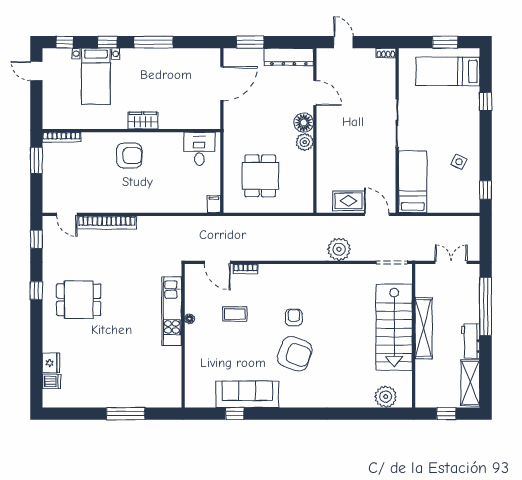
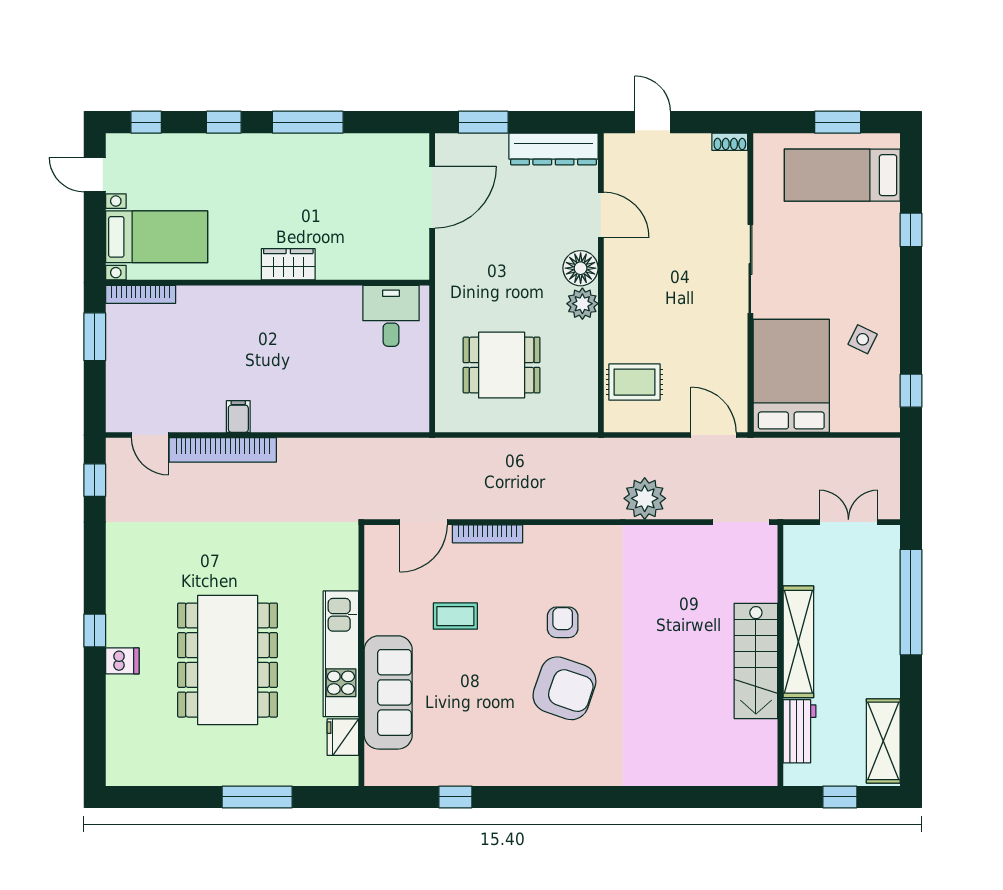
bed with nightstands: (96, 76) -> (157, 237), moved, turned -90
armchair: (129, 156) -> (264, 328), removed
dining table: (260, 176) -> (502, 365), turned 90
bed: (413, 182) -> (791, 376), width x1.50
rug: (349, 201) -> (635, 382), moved
filing cabinet: (214, 204) -> (238, 417), moved
door: (217, 262) -> (424, 522), hinge flipped
bookcase: (246, 269) -> (487, 534), width x1.56
window: (36, 291) -> (95, 631), moved
dining table: (79, 300) -> (228, 660), moved, width x1.88, depth x1.24
kitchen unit: (172, 311) -> (341, 654), moved
floor lamp: (189, 319) -> (373, 625), removed
stairs: (394, 327) -> (756, 661), width x0.73, depth x0.66
workbench: (471, 341) -> (799, 731), moved, turned 180
fridge: (51, 363) -> (343, 737), moved, turned 180
dishwasher: (51, 381) -> (122, 661), moved
sofa: (247, 394) -> (388, 692), moved, turned 90
plant: (386, 397) -> (729, 766), removed

